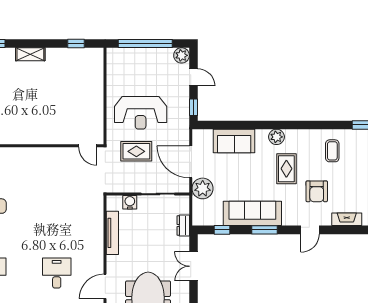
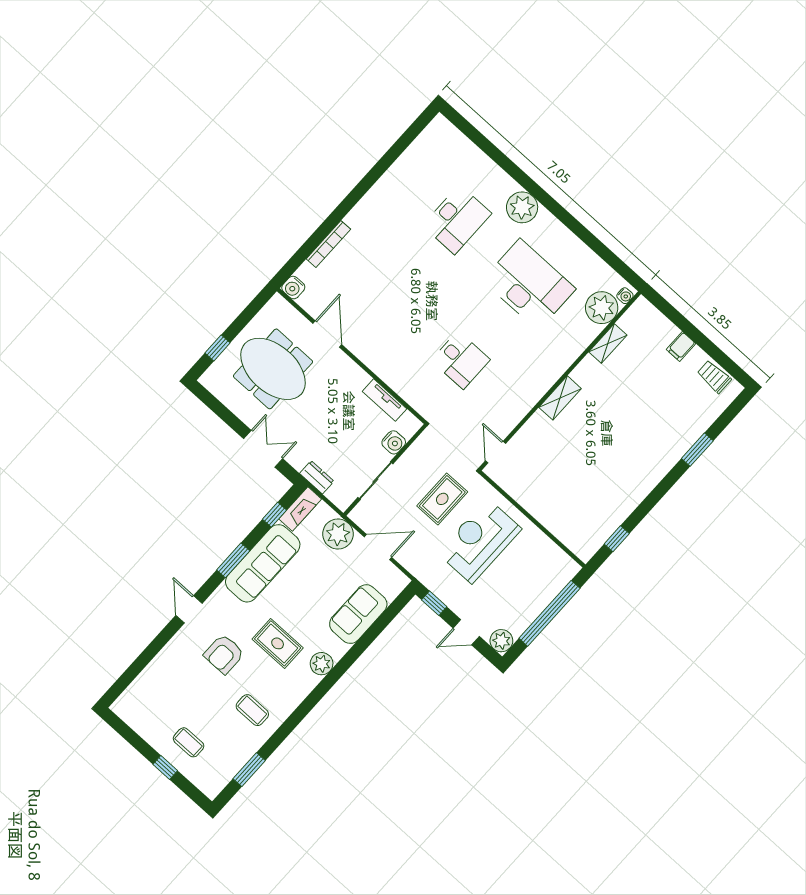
shelving: (30, 54) -> (560, 398), moved
door: (88, 146) -> (496, 452), hinge flipped
door: (191, 162) -> (378, 547), width x0.73
armchair: (317, 191) -> (224, 654), turned -90
fireplace: (347, 219) -> (300, 509), moved
tv unit: (112, 233) -> (385, 400), width x0.71
desk: (57, 273) -> (461, 360), moved

